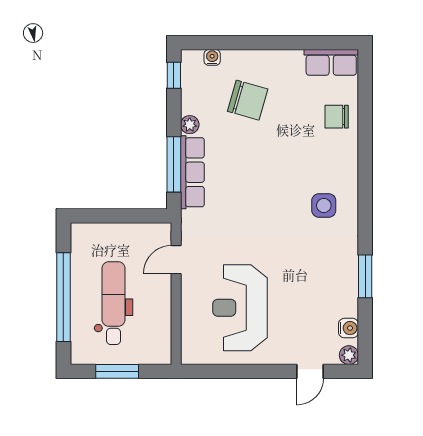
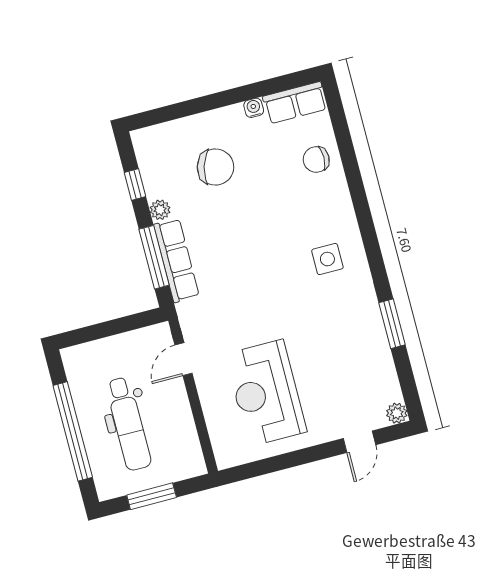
water cooler: (212, 57) -> (254, 108), moved
window: (174, 75) -> (135, 185), moved
dental chair: (114, 303) -> (128, 424), turned 180
water cooler: (348, 328) -> (389, 384), removed

